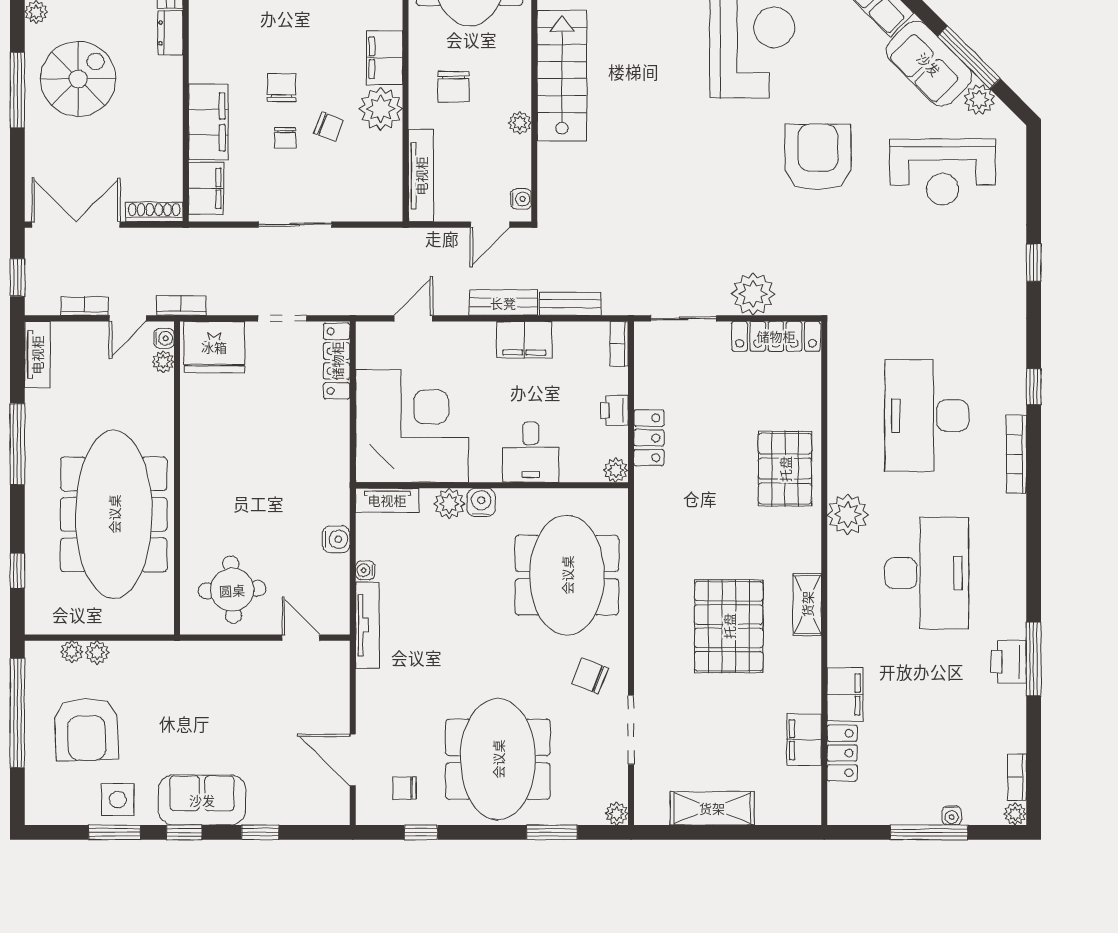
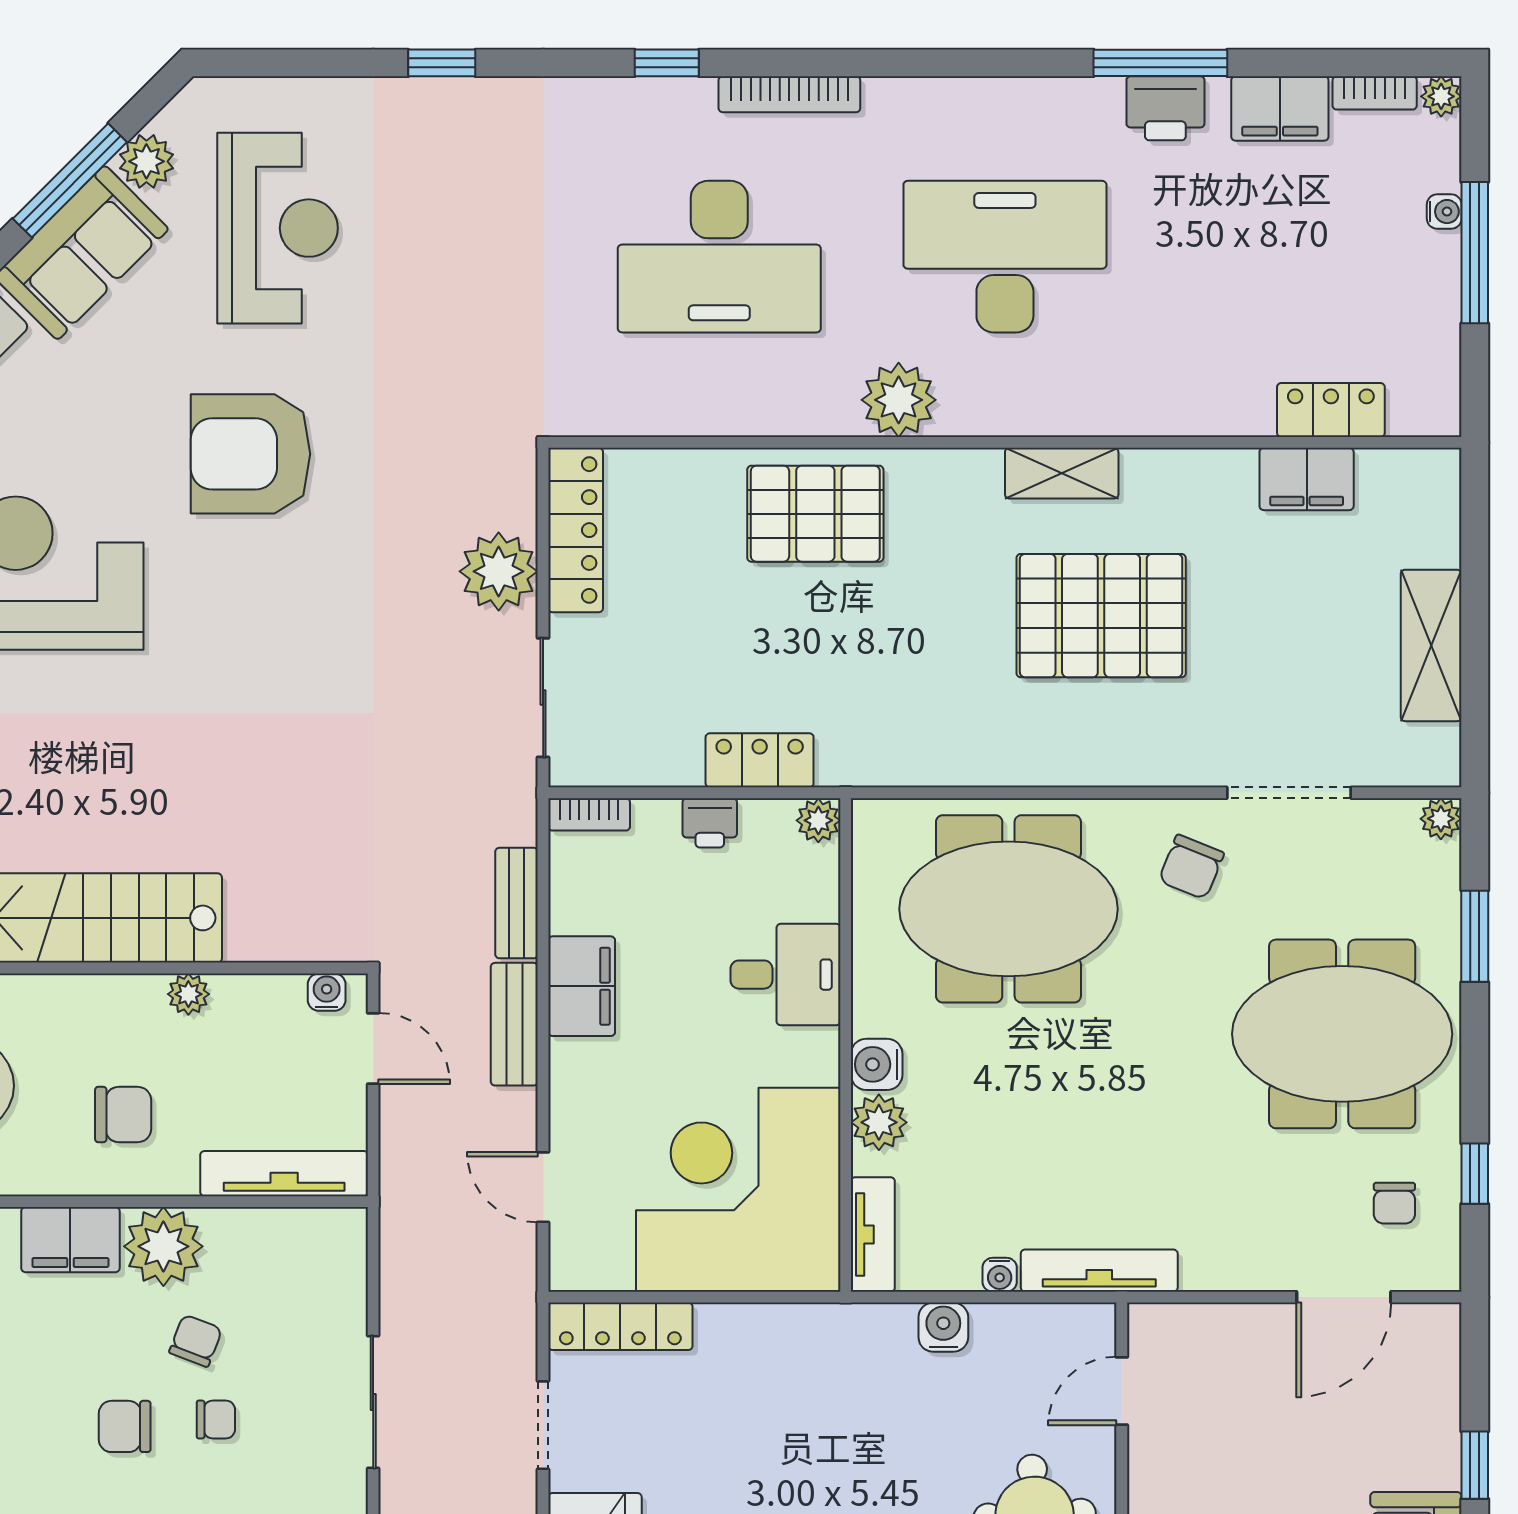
filing cabinet: (845, 694) -> (1280, 108), moved, turned 180

